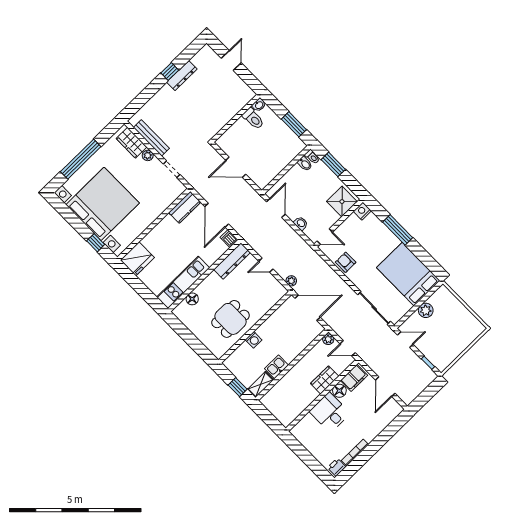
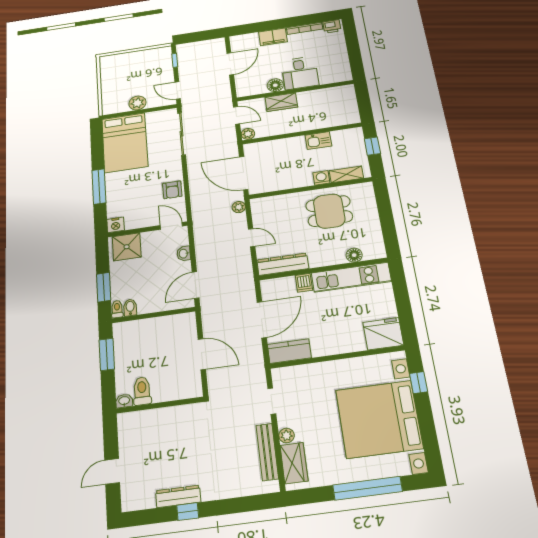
dishwasher: (229, 239) -> (304, 283), moved
filing cabinet: (354, 378) -> (273, 37), moved, turned 180
shelving: (260, 385) -> (346, 174), moved

